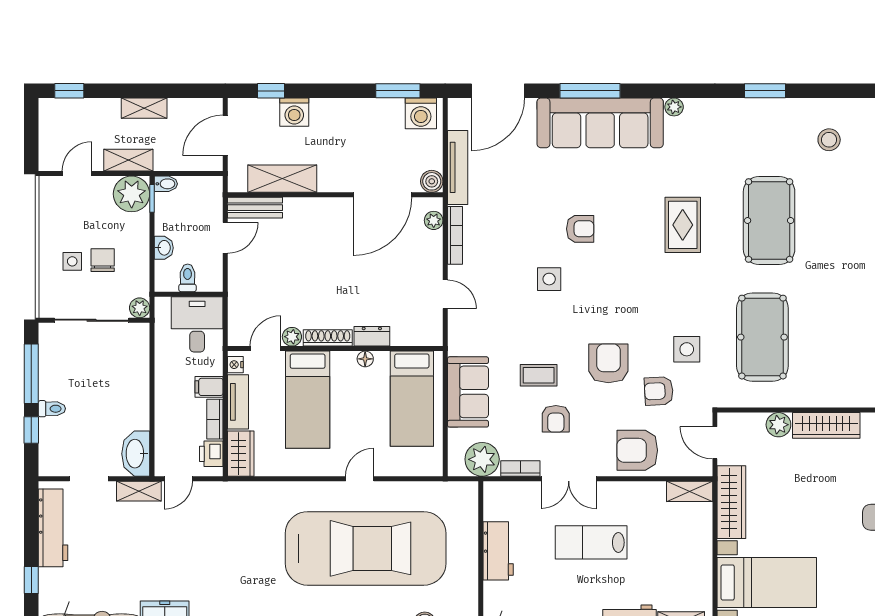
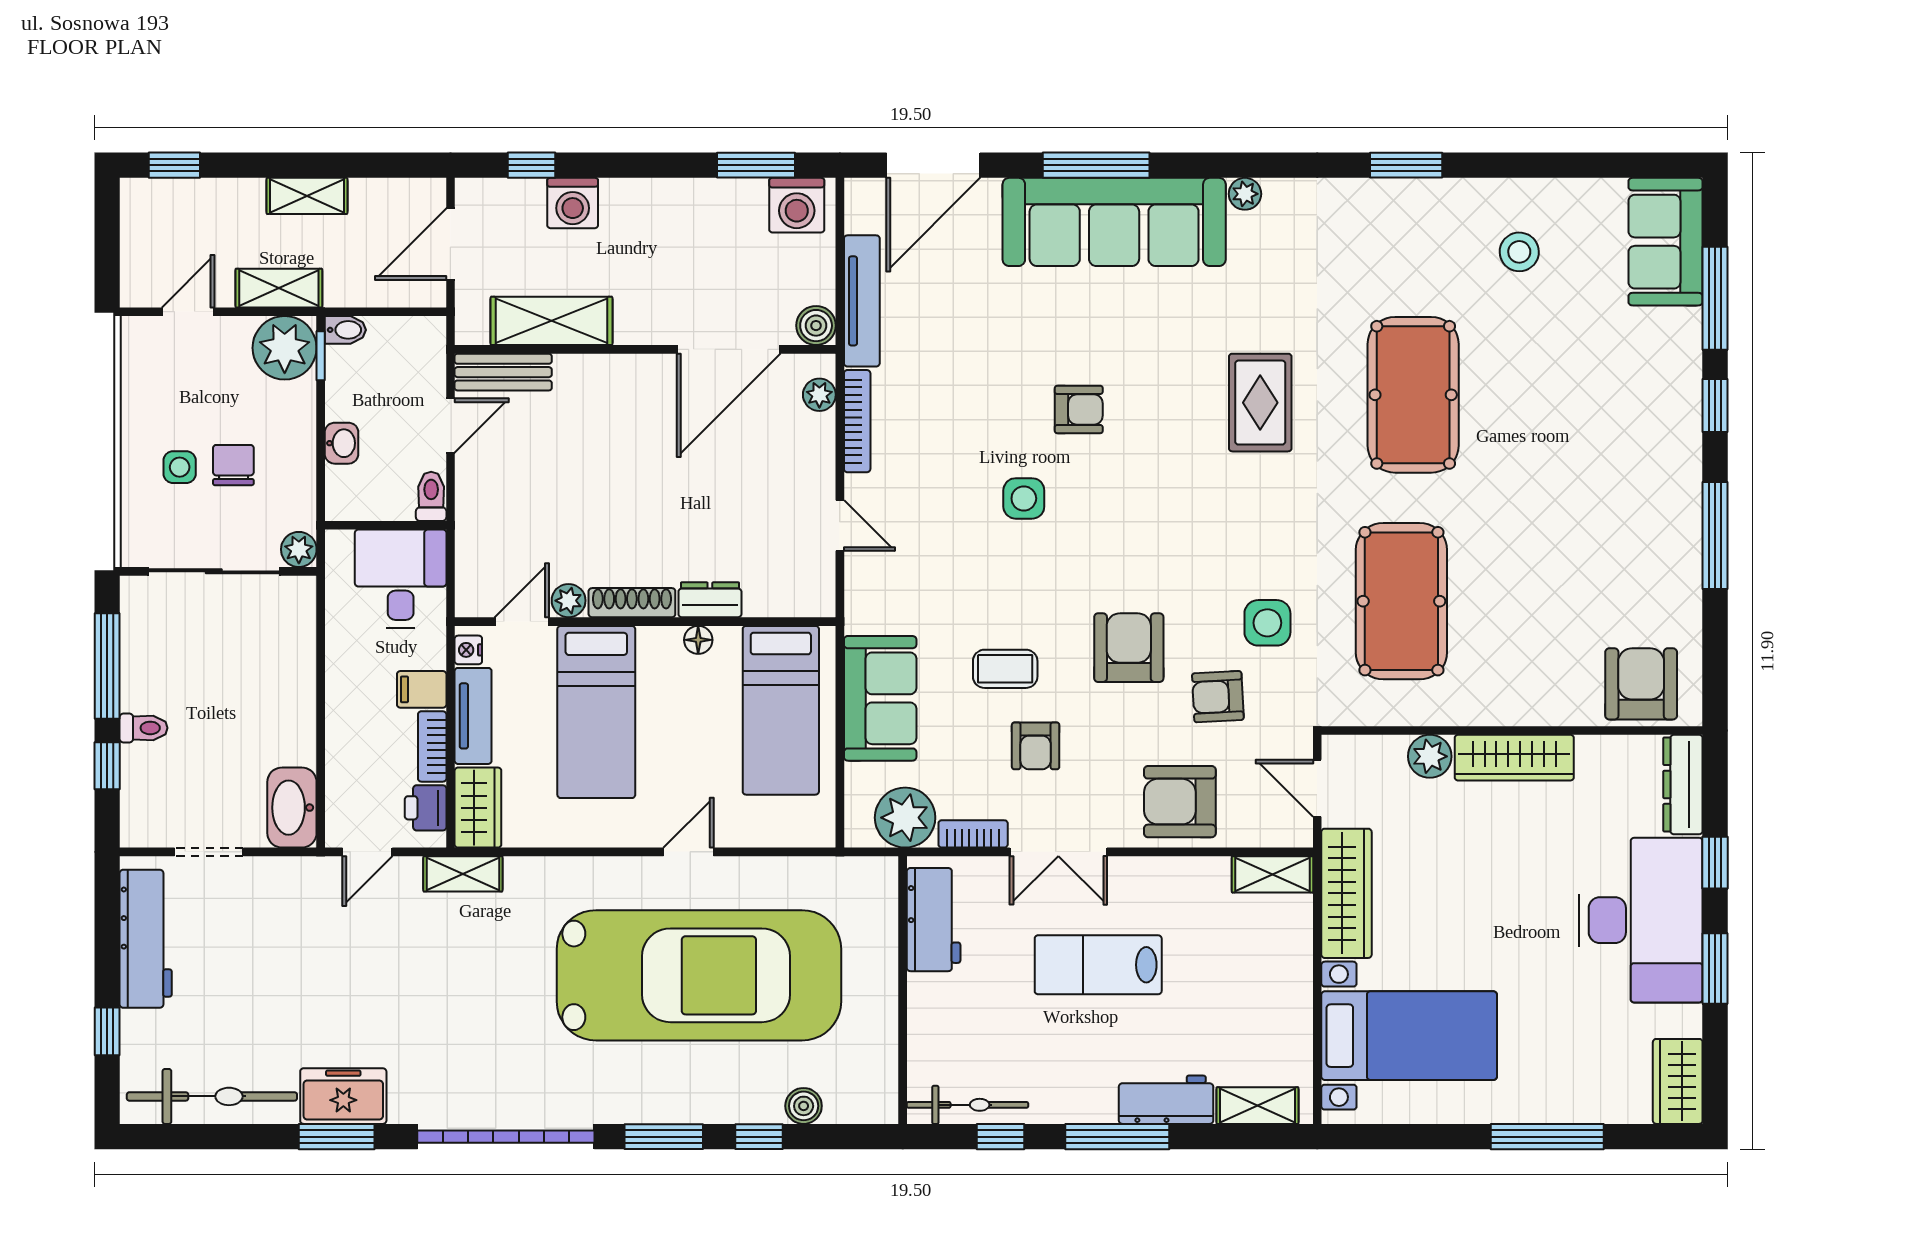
toilet: (188, 278) -> (431, 496), moved
shelving: (139, 491) -> (463, 874), moved
workbench: (498, 551) -> (934, 920), moved

